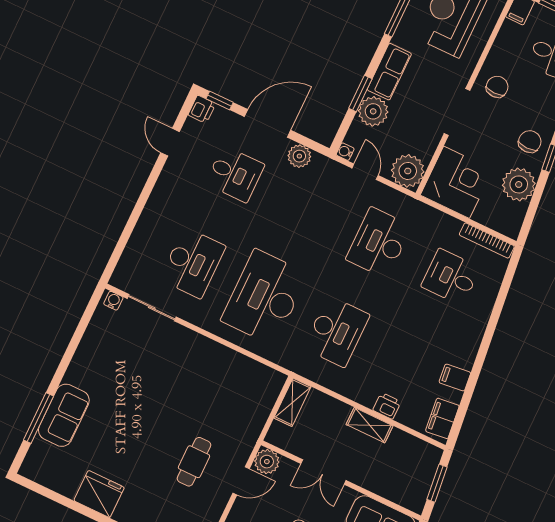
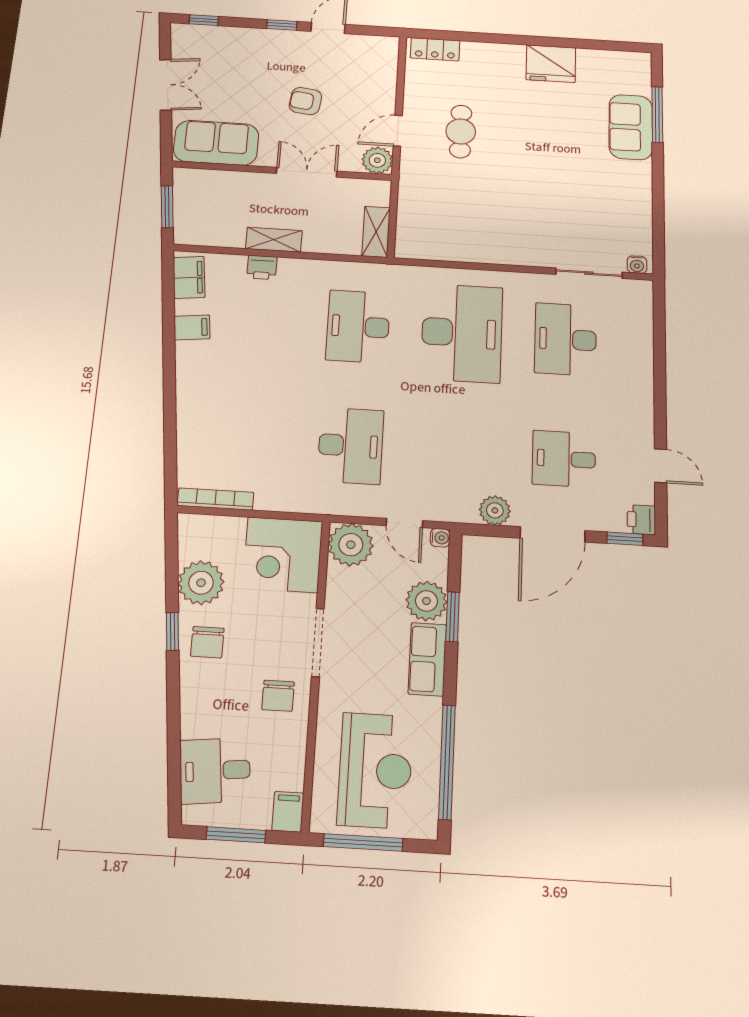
desk: (451, 277) -> (244, 439), removed

